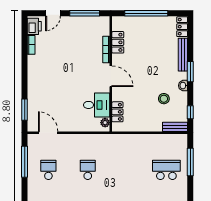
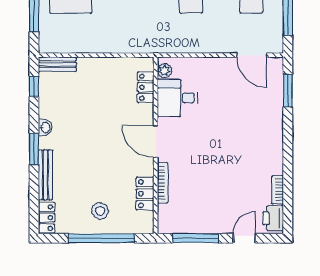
stool: (164, 99) -> (100, 211), moved

